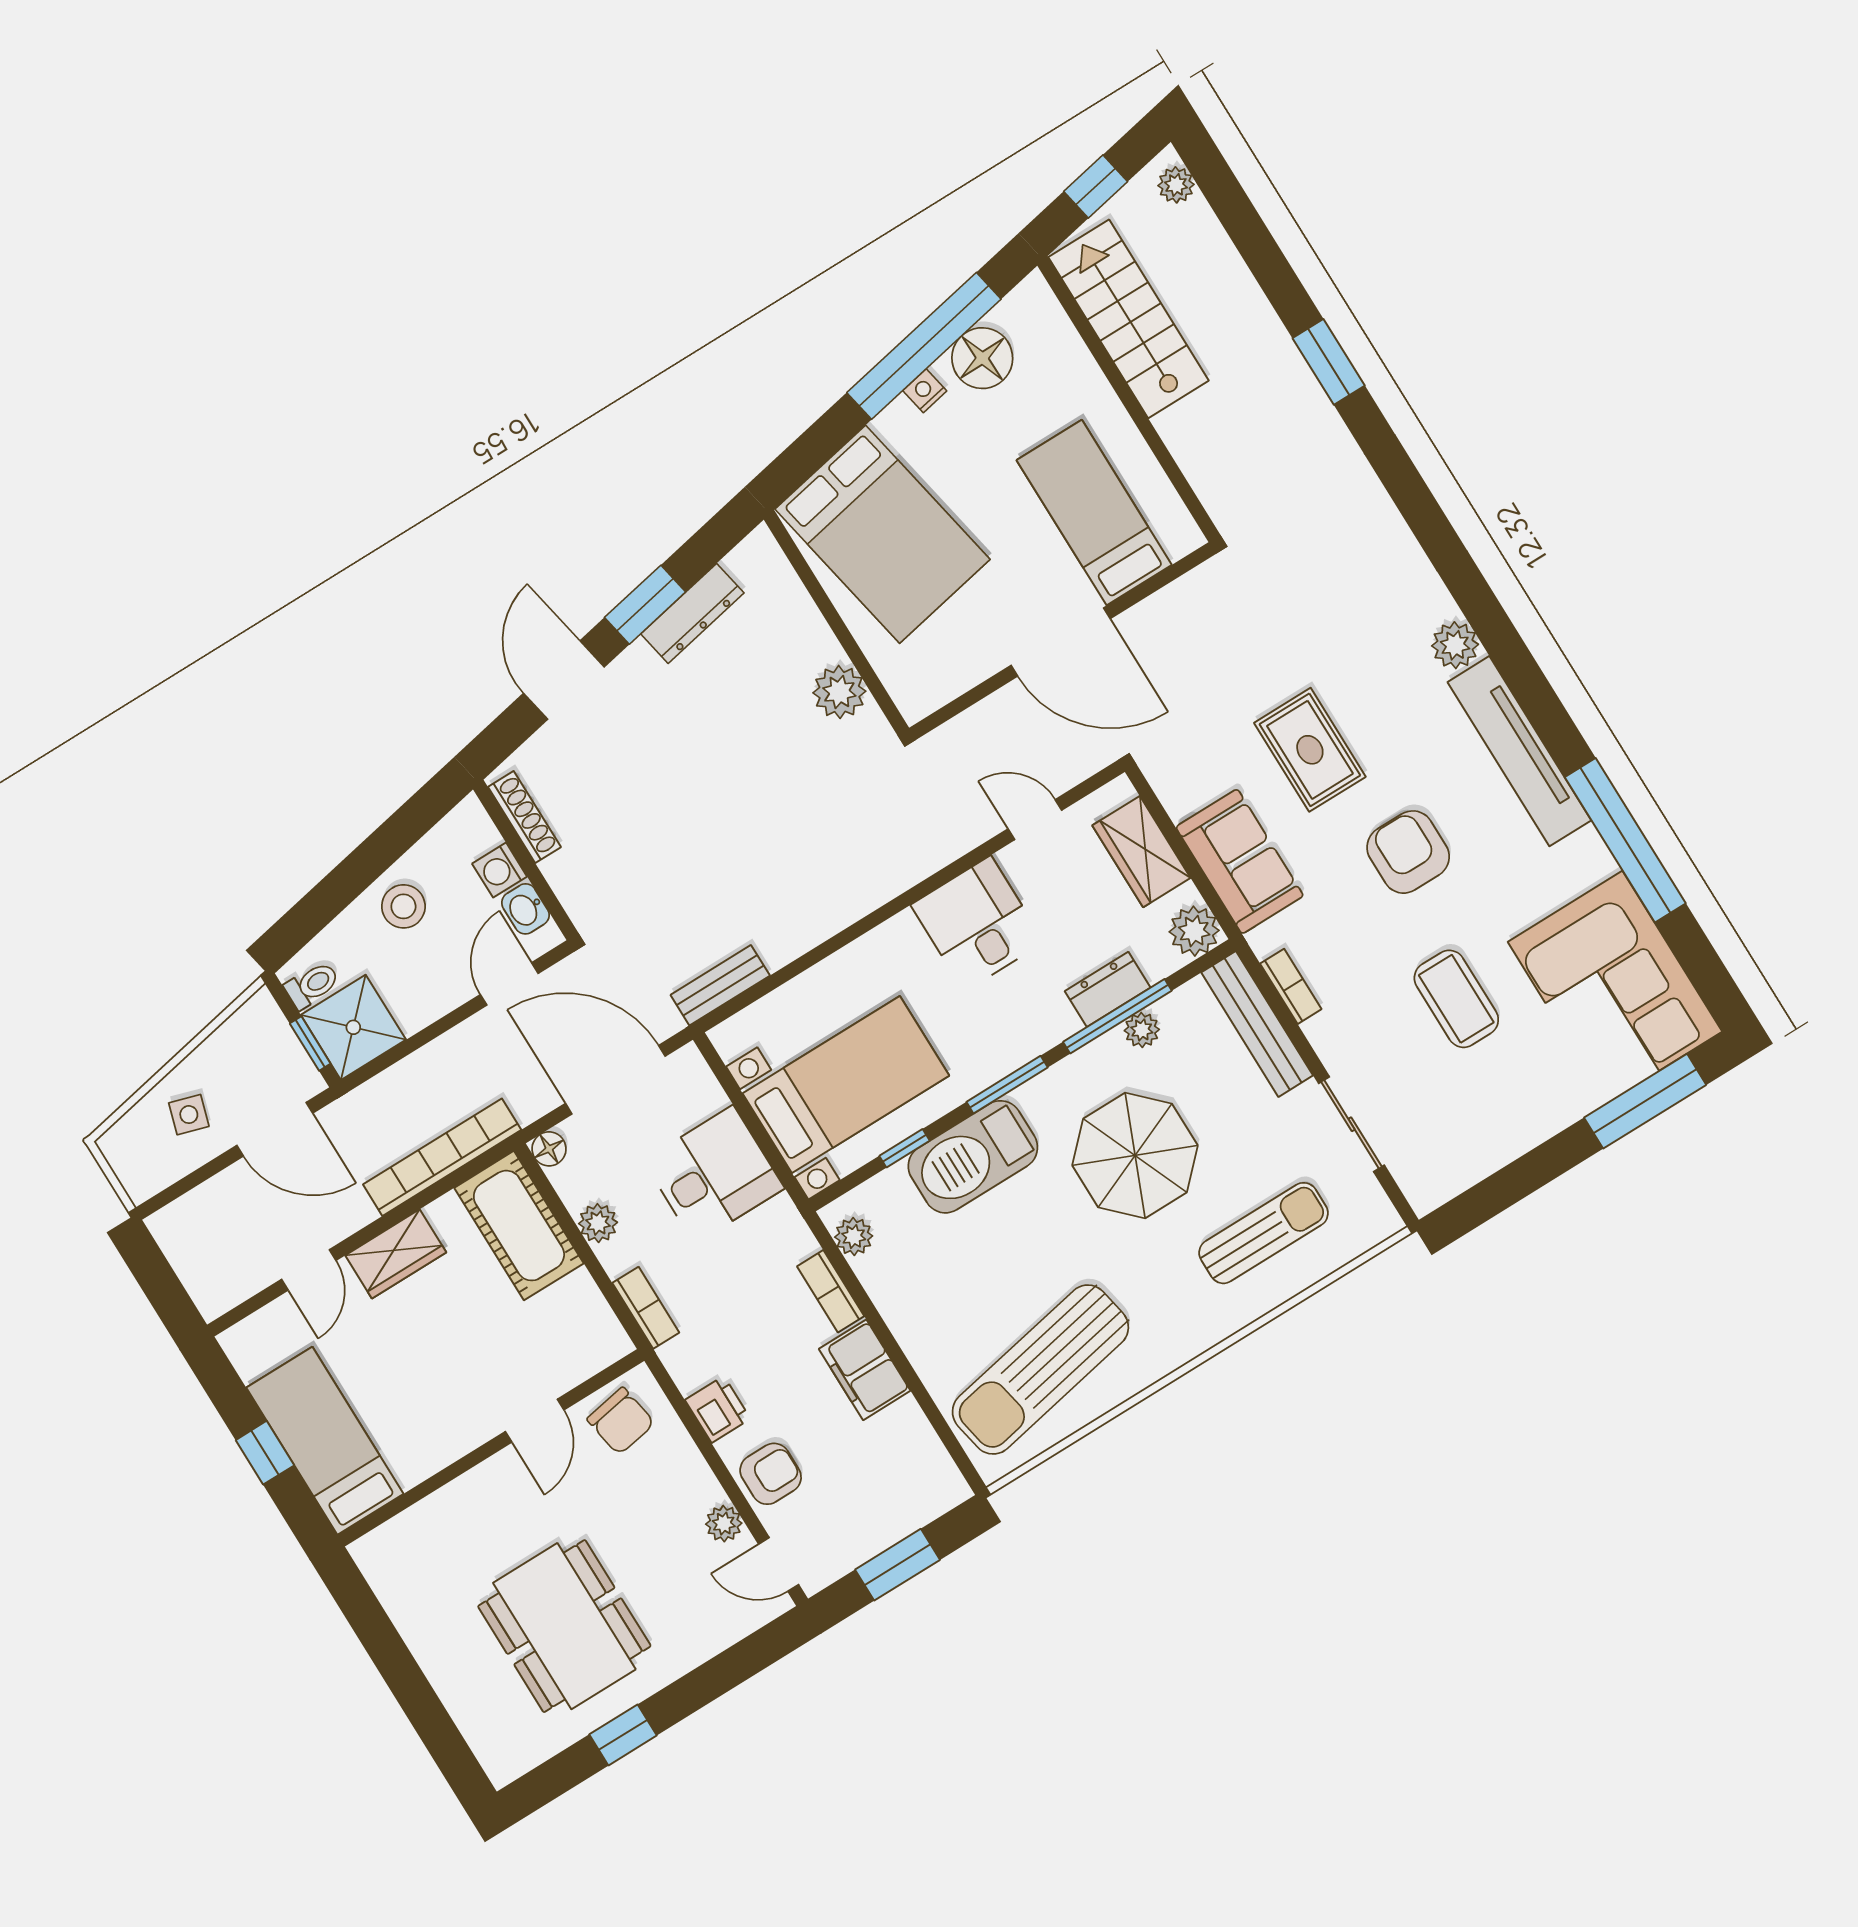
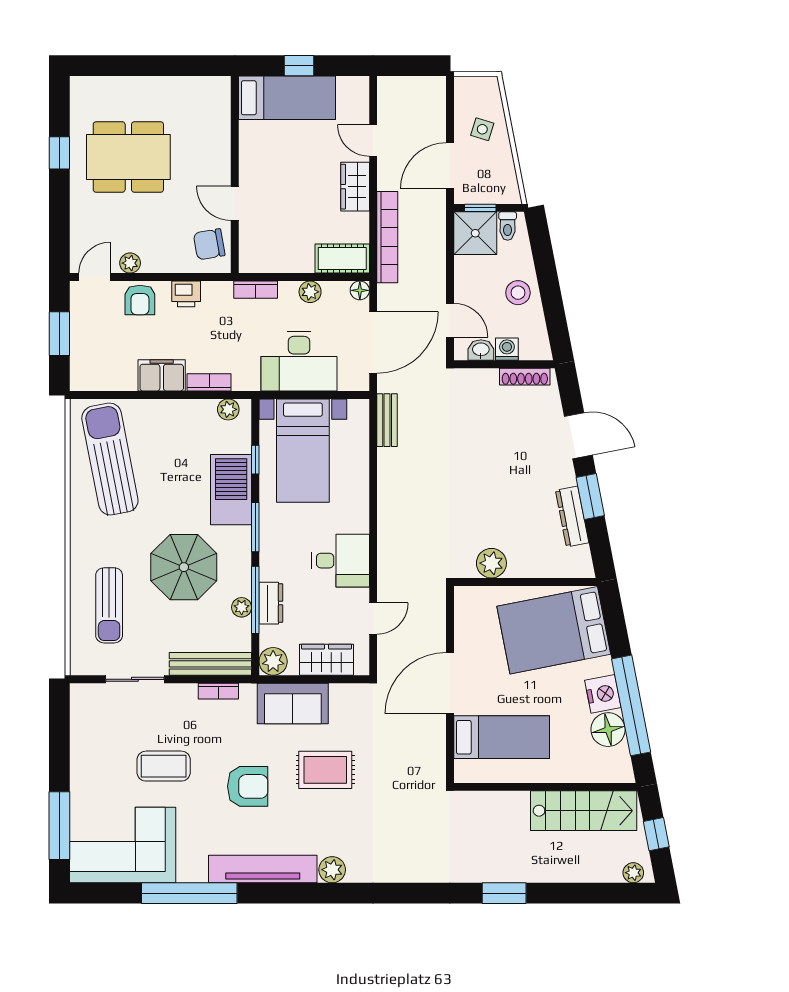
nightstand: (925, 391) -> (603, 694), width x1.89, depth x1.79
desk: (714, 1175) -> (299, 361), width x1.37
cot: (519, 1226) -> (342, 258), width x0.73, depth x0.75

